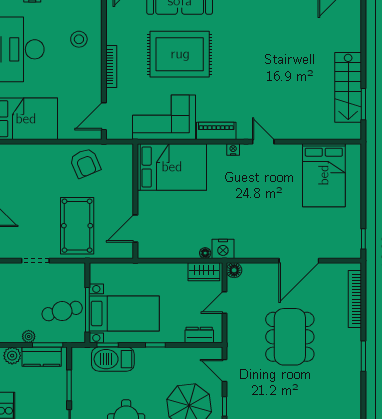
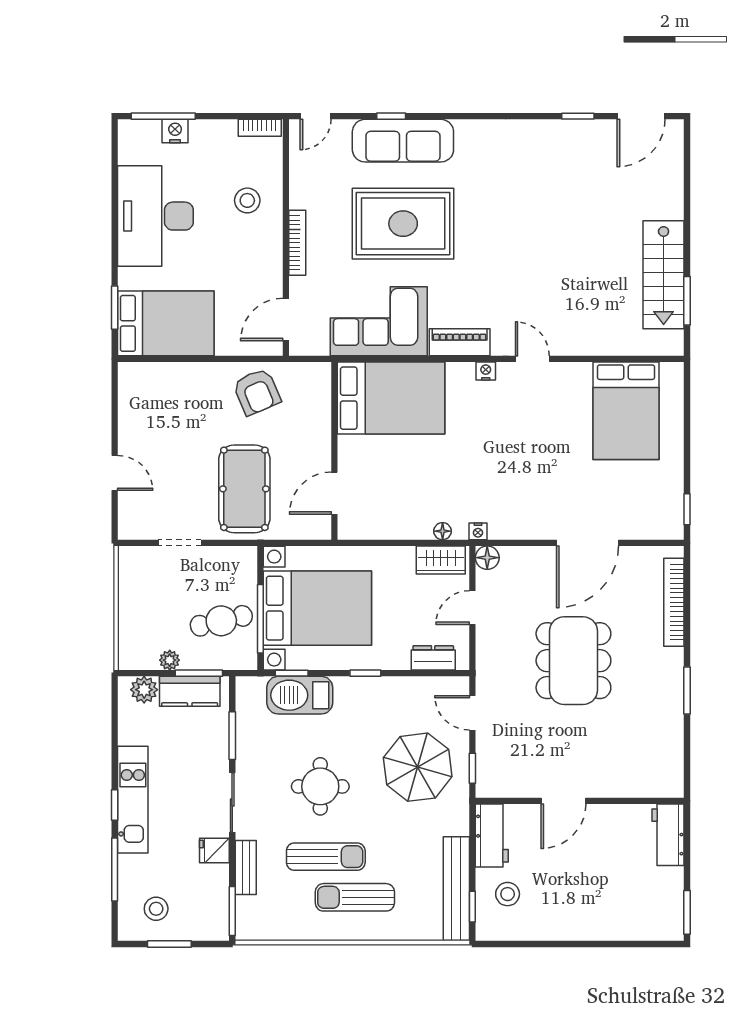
nightstand: (223, 249) -> (478, 531), width x0.53, depth x0.56
bed with nightstands: (124, 313) -> (317, 608), width x1.36

